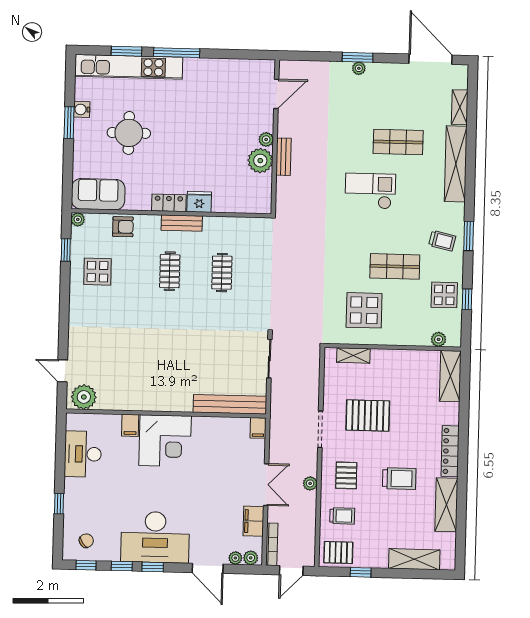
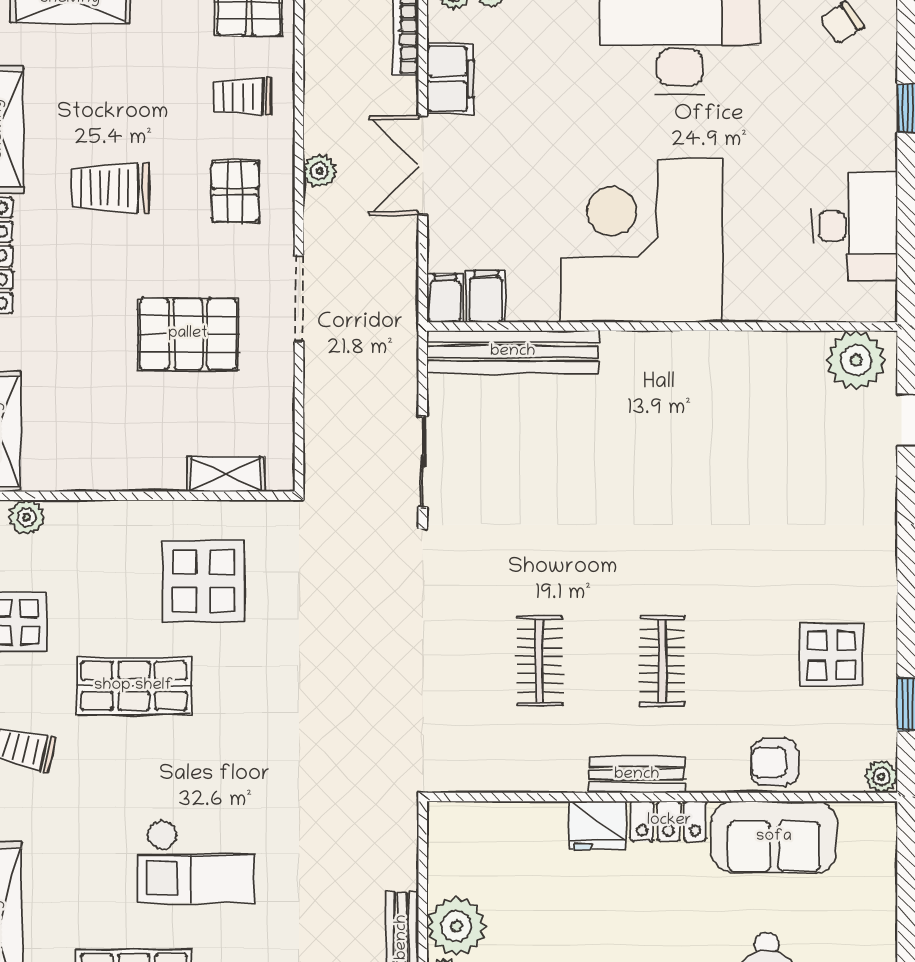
sofa: (98, 194) -> (774, 837), moved
filing cabinet: (130, 425) -> (486, 296), moved
corner desk: (165, 441) -> (641, 241), width x1.36, depth x1.36

